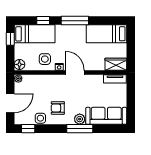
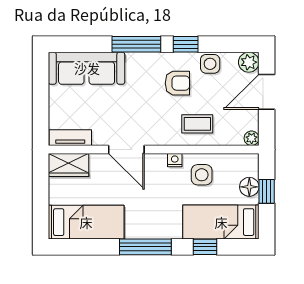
window: (10, 39) -> (267, 191), moved
floor lamp: (19, 64) -> (249, 187), moved
door: (75, 73) -> (126, 149), moved
coffee table: (47, 86) -> (197, 124), added
plant: (80, 119) -> (249, 62), moved
window: (28, 129) -> (186, 44), moved

